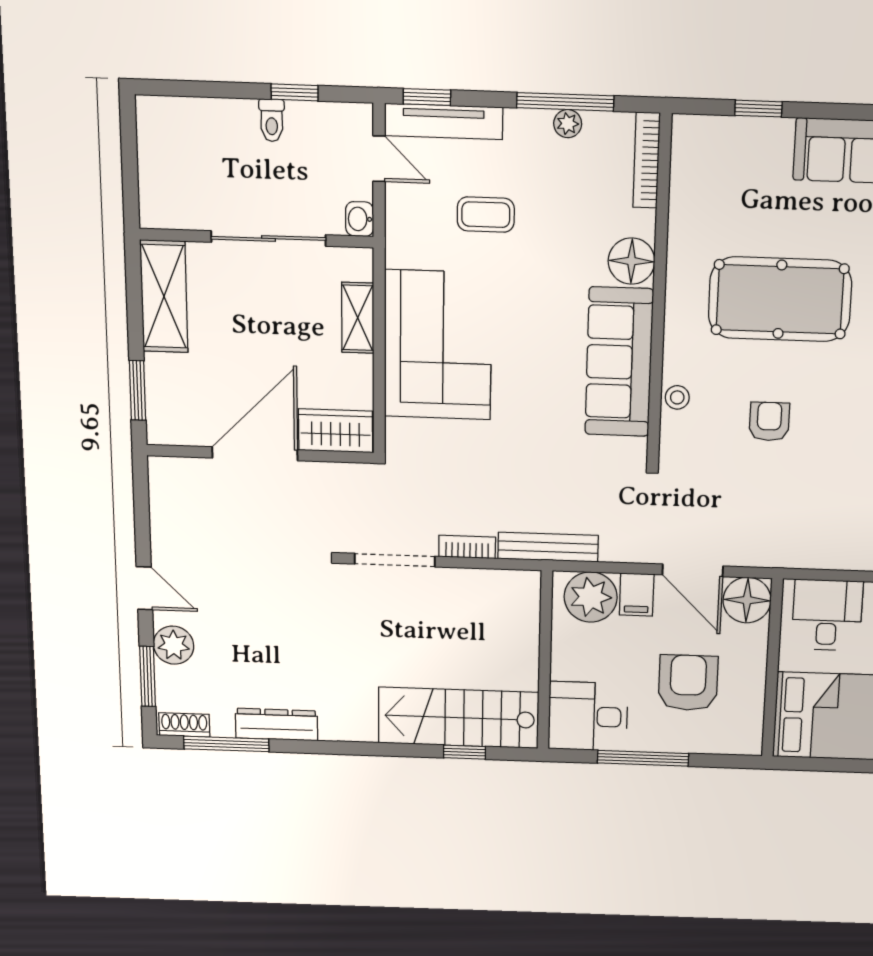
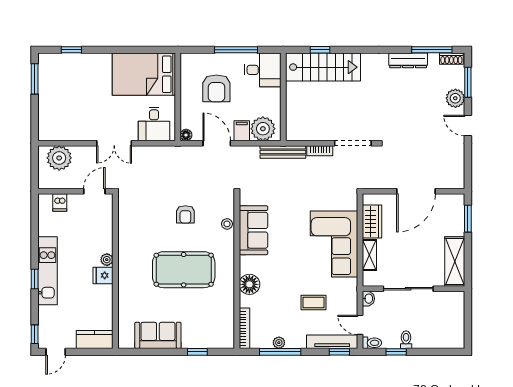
toilet: (351, 116) -> (372, 343), added
sofa: (619, 362) -> (253, 230), width x0.73
wardrobe: (336, 431) -> (372, 221), moved, turned -90
floor lamp: (747, 600) -> (186, 135), width x0.53, depth x0.53

